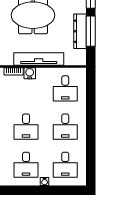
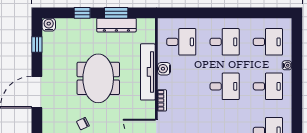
window: (91, 31) -> (116, 13), width x0.69
water cooler: (30, 73) -> (164, 69), moved

